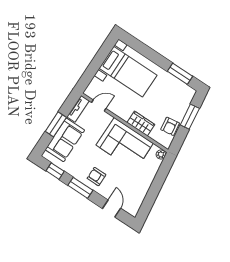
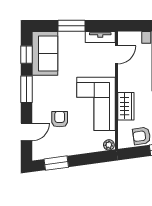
door: (99, 106) -> (116, 55), hinge flipped
sofa: (65, 140) -> (45, 53), moved, turned -90
armchair: (96, 177) -> (60, 119), moved
window: (149, 202) -> (56, 163), added

